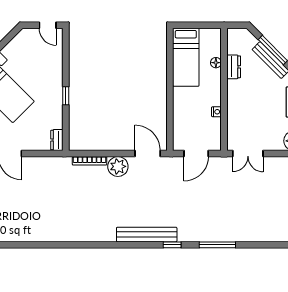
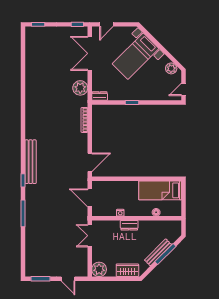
plant: (19, 42) -> (171, 68), added
dresser: (234, 67) -> (129, 225), moved
plant: (118, 166) -> (80, 88), moved

